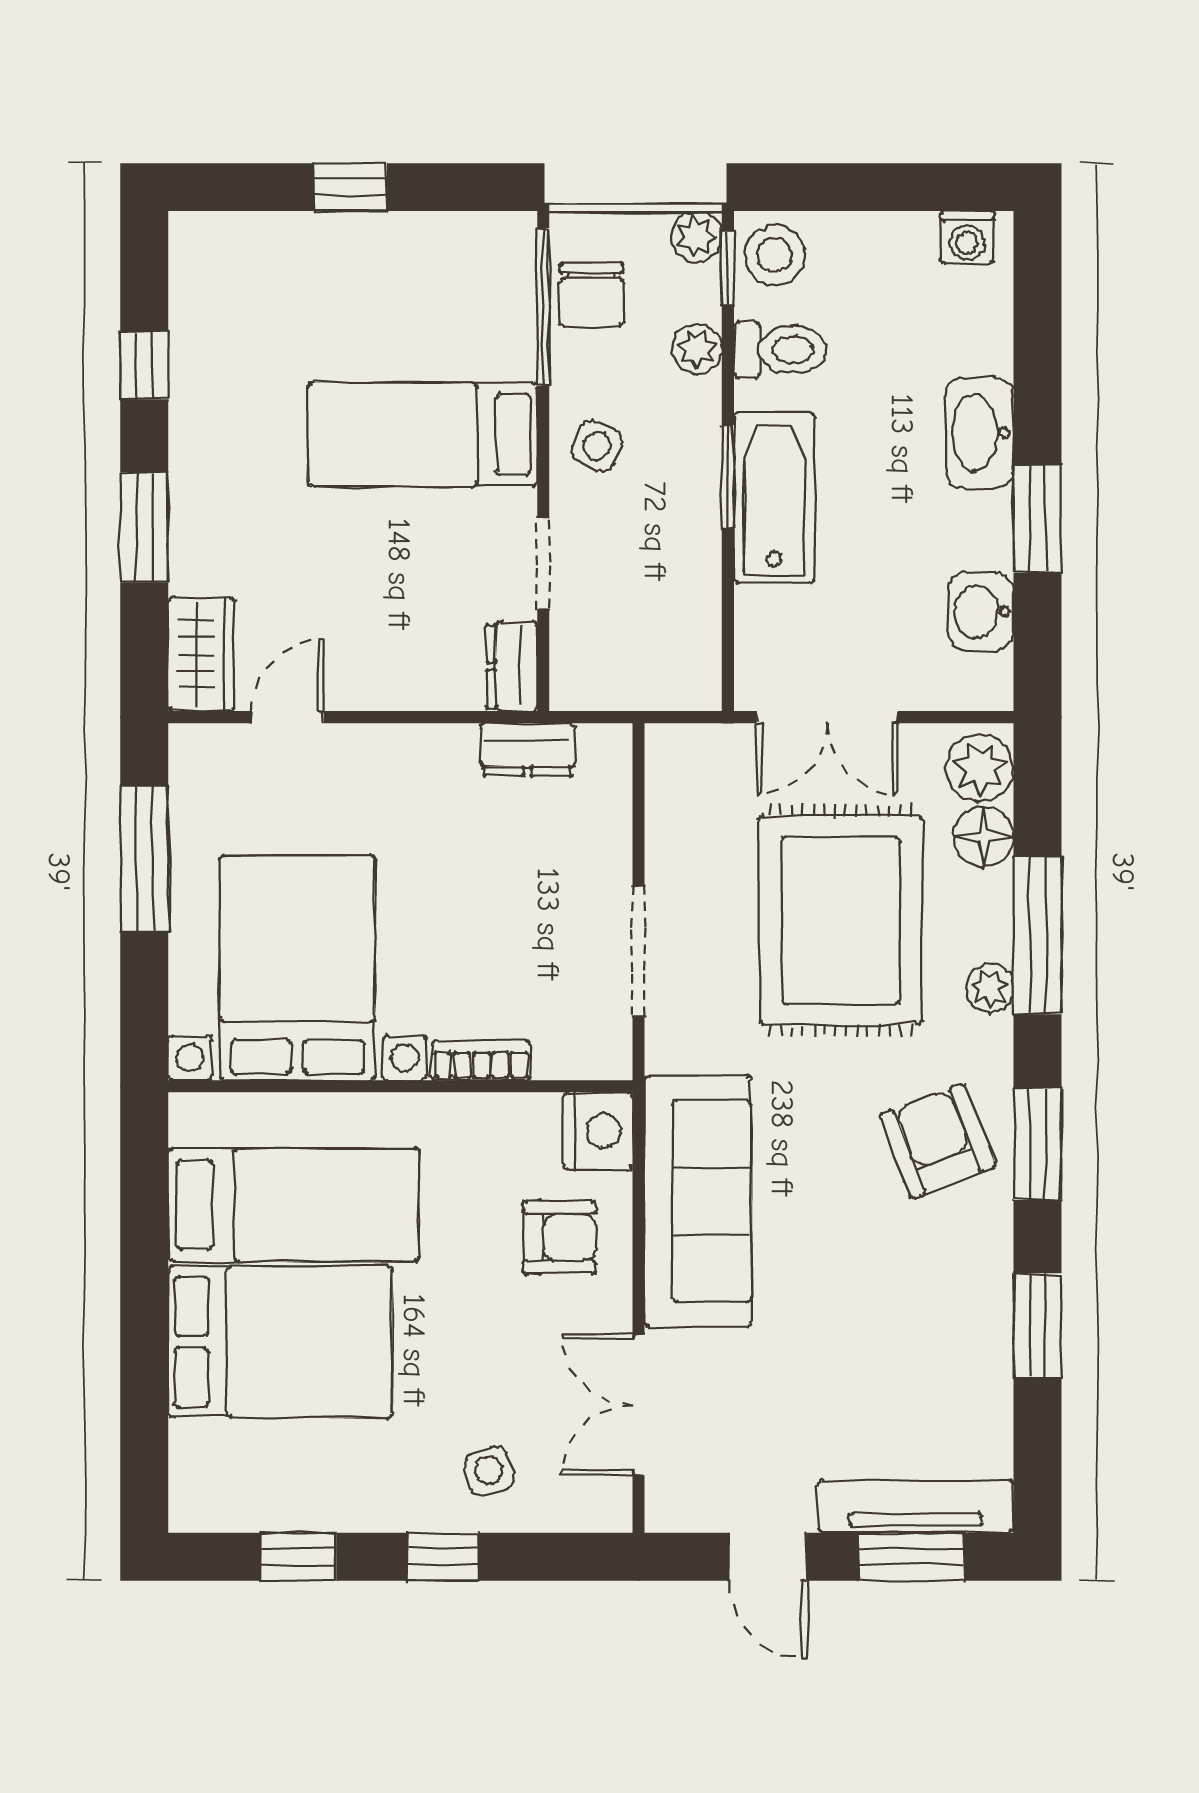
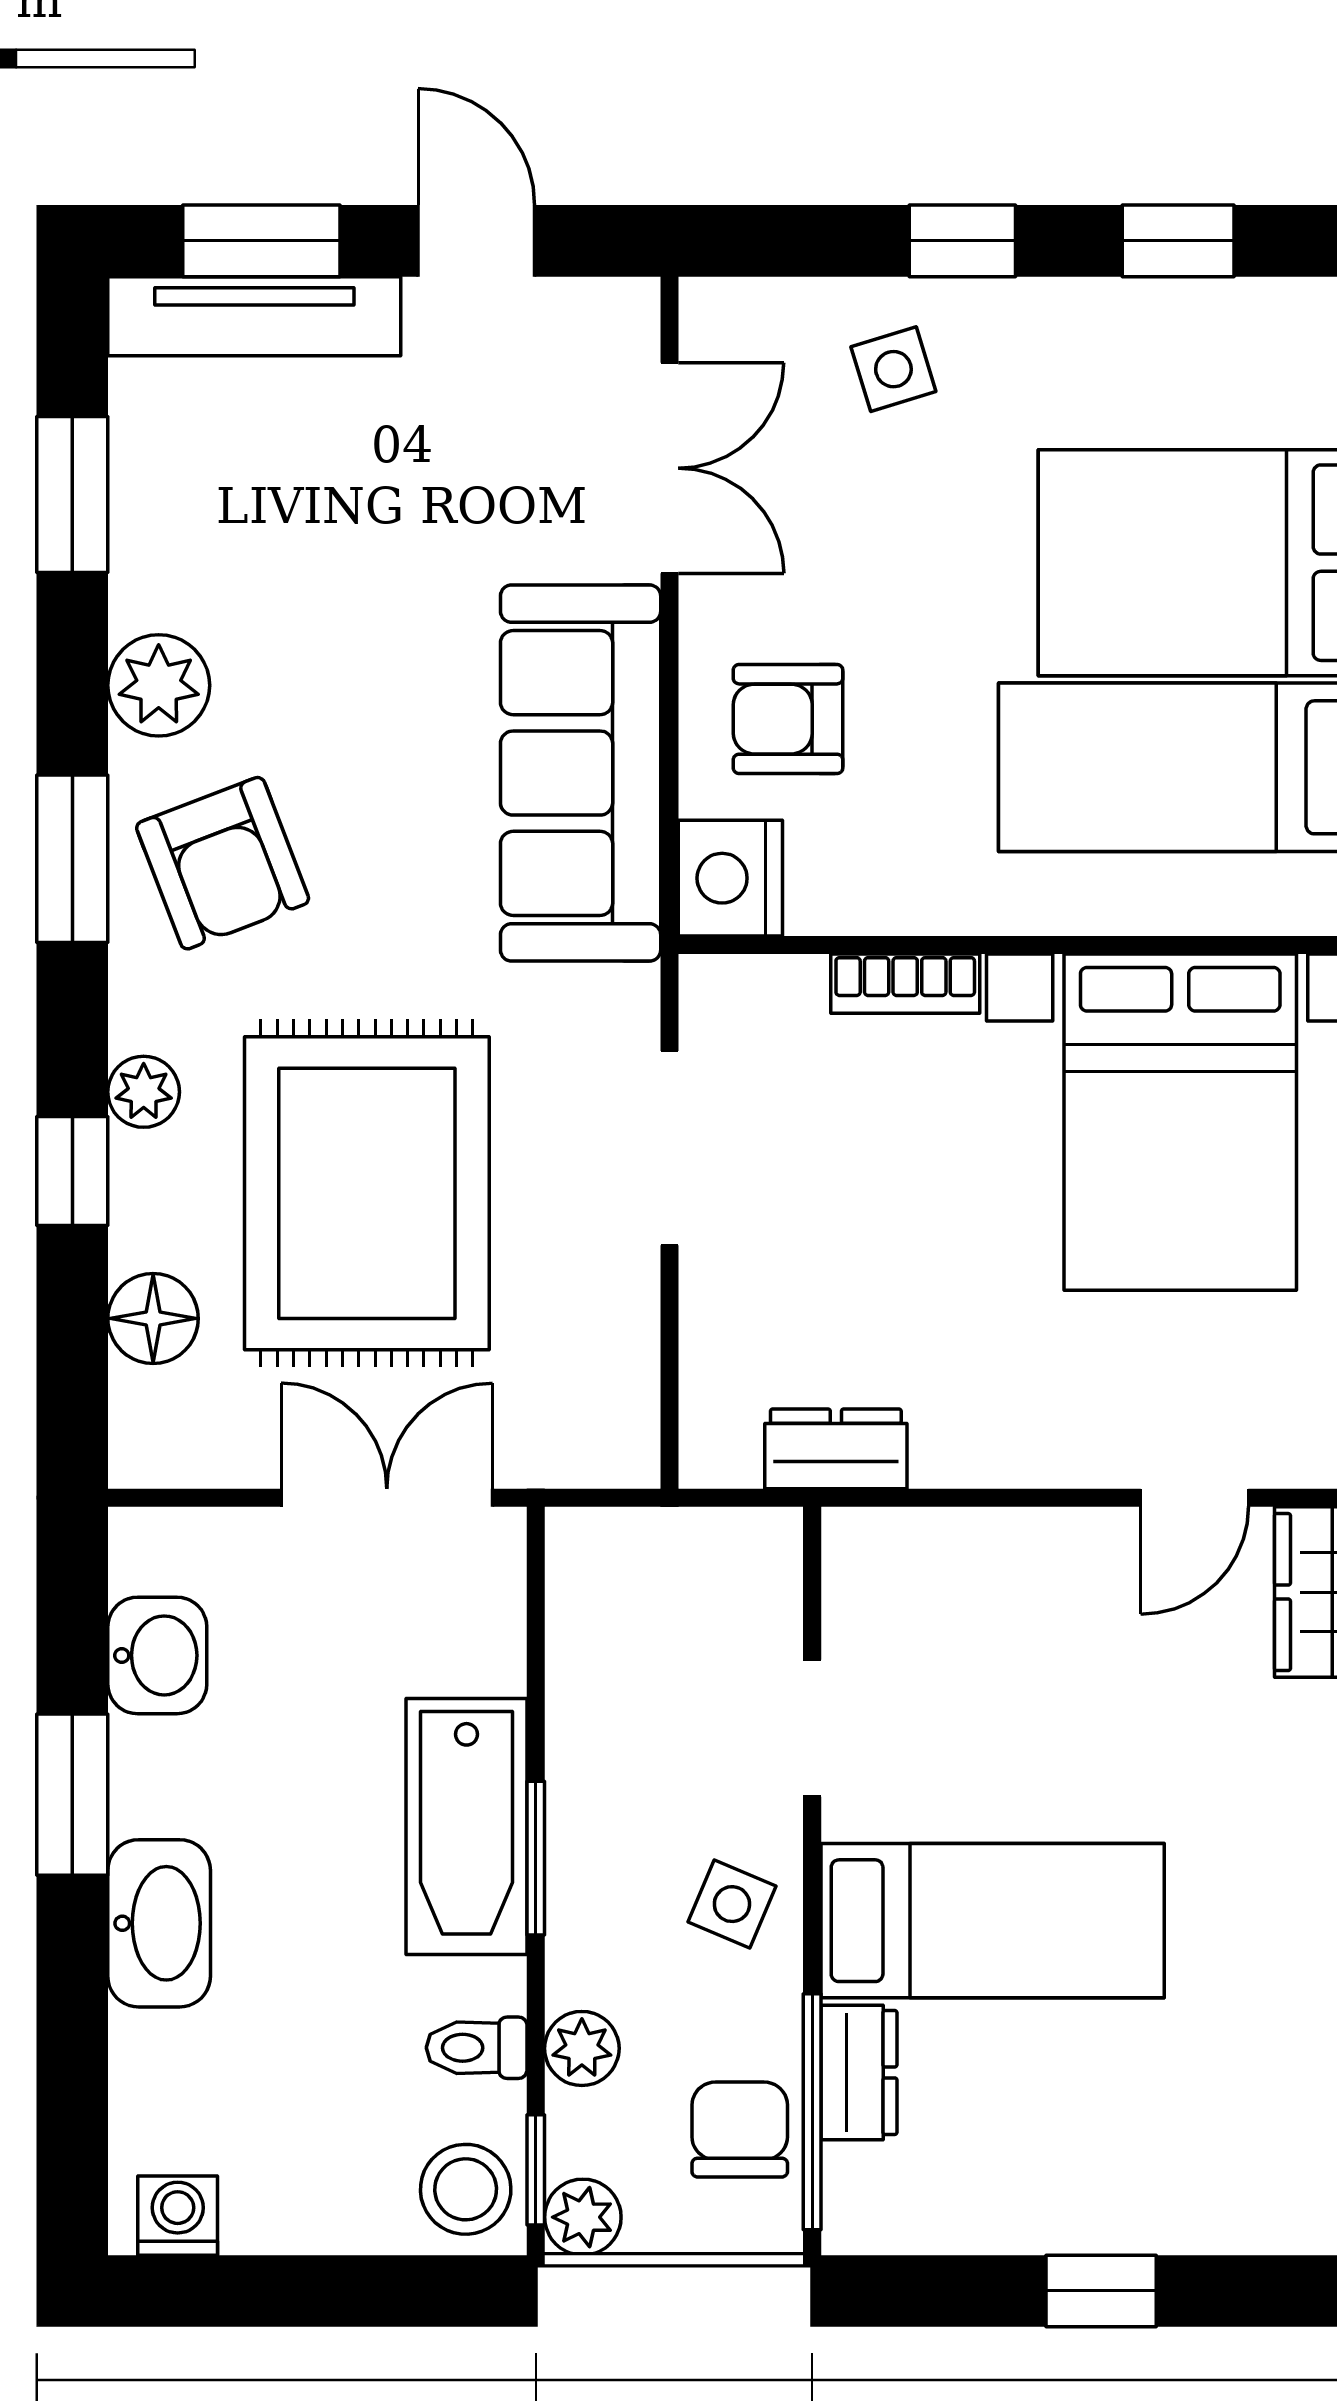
toilet: (780, 350) -> (477, 2048), width x0.73, depth x0.72
dresser: (512, 666) -> (859, 2072), moved
plant: (980, 768) -> (159, 685), moved
window: (1037, 935) -> (72, 1171), width x0.46
window: (1037, 1325) -> (72, 494), moved

